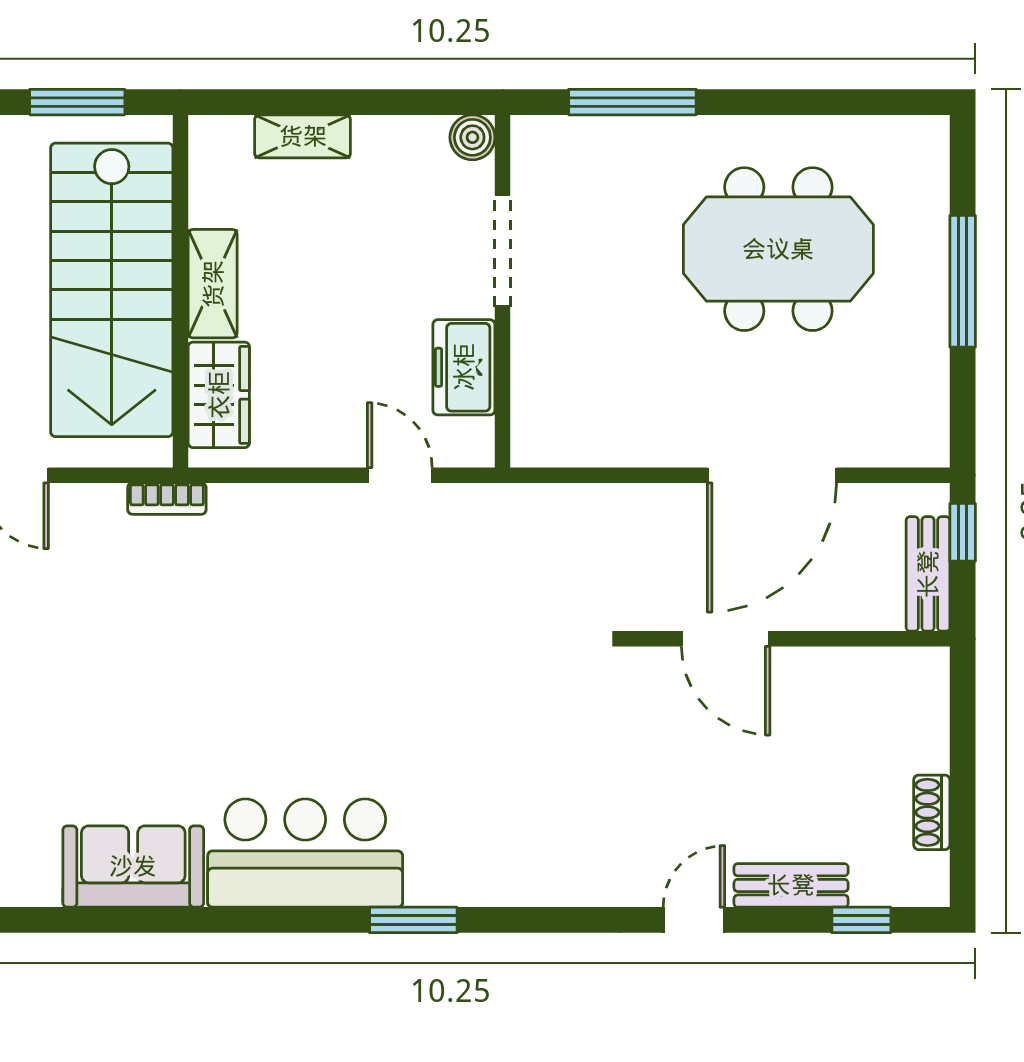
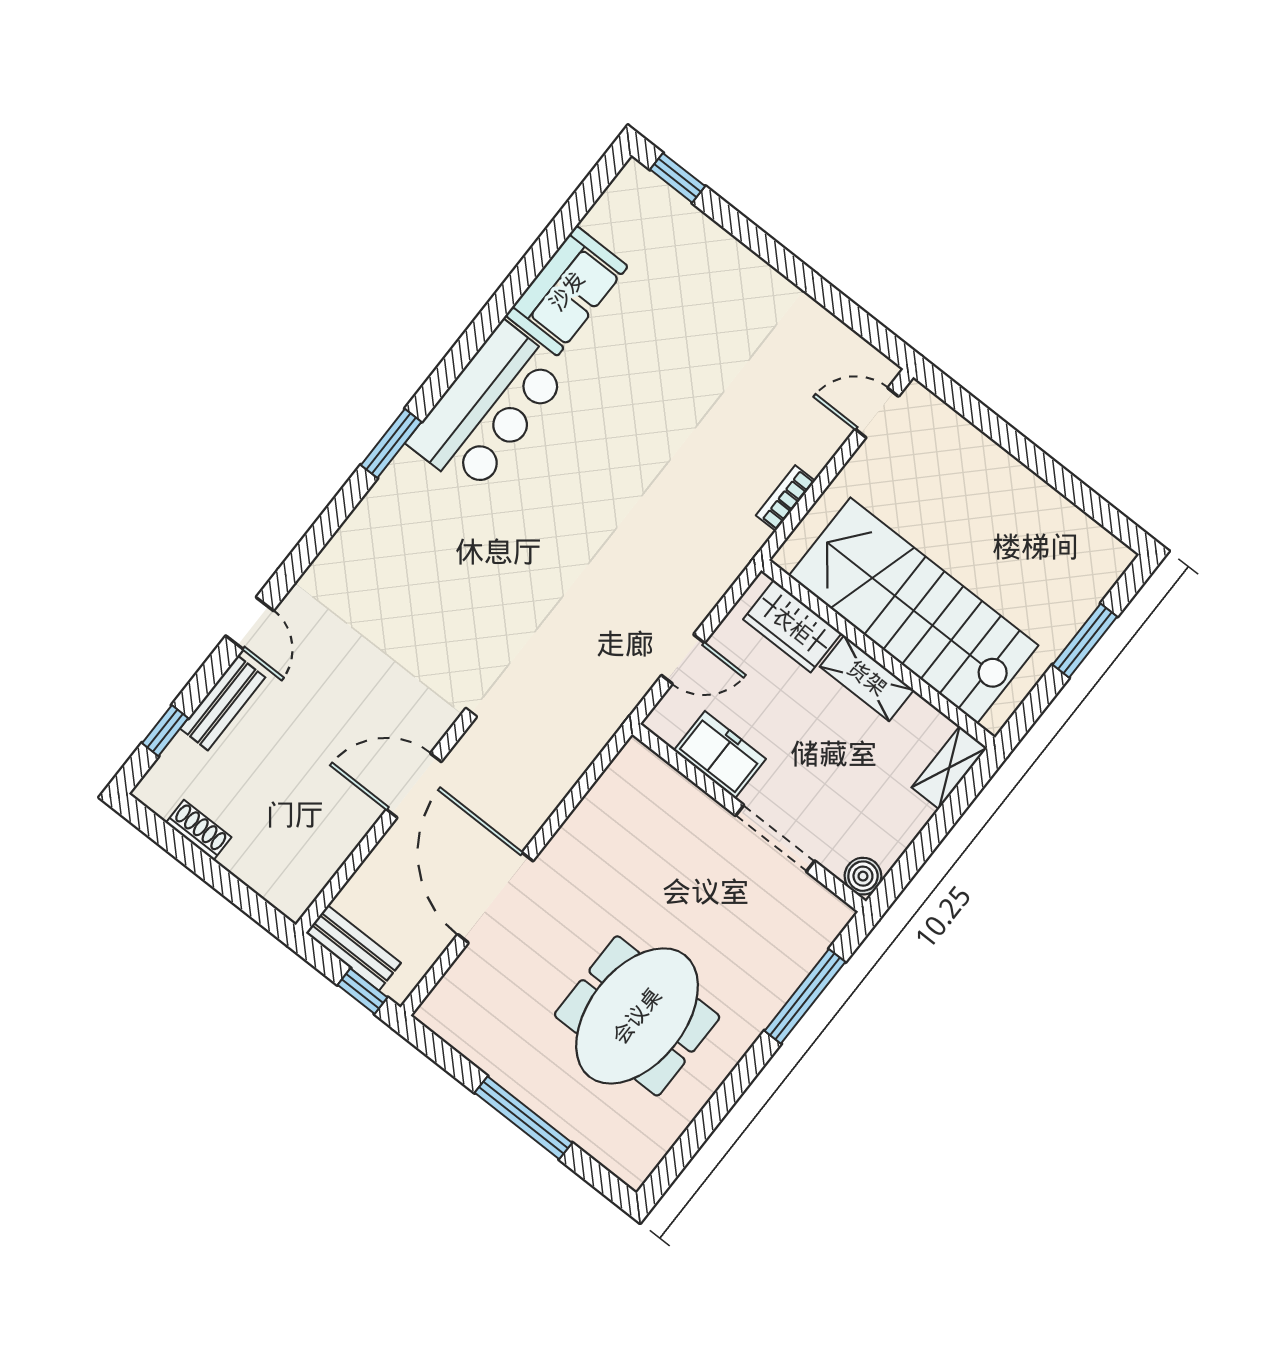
shelving: (213, 284) -> (867, 678), moved
stairs: (112, 290) -> (914, 611), moved
wall: (181, 291) -> (878, 654), moved
wardrobe: (219, 395) -> (792, 626), moved

